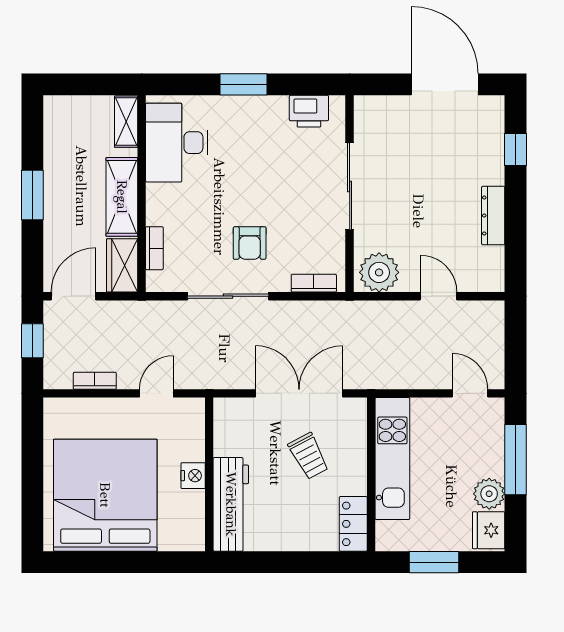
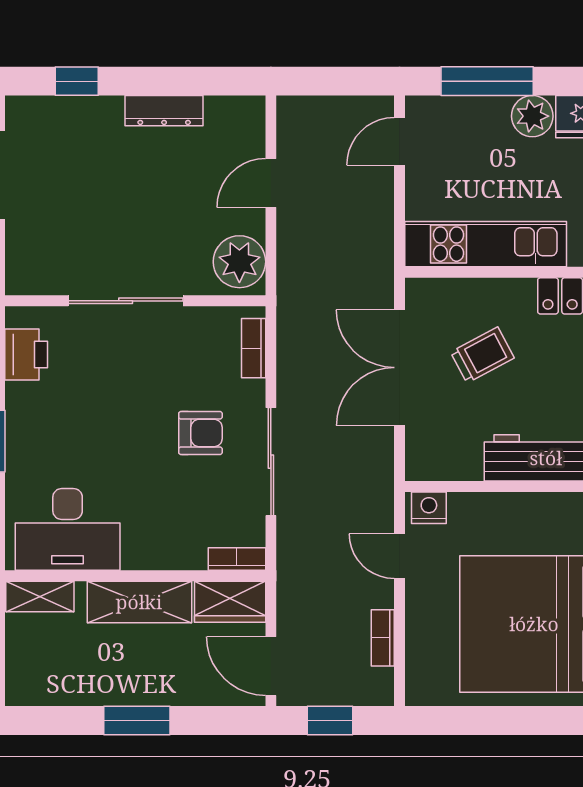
bookcase: (154, 248) -> (237, 559), moved
nightstand: (193, 476) -> (429, 508), moved

